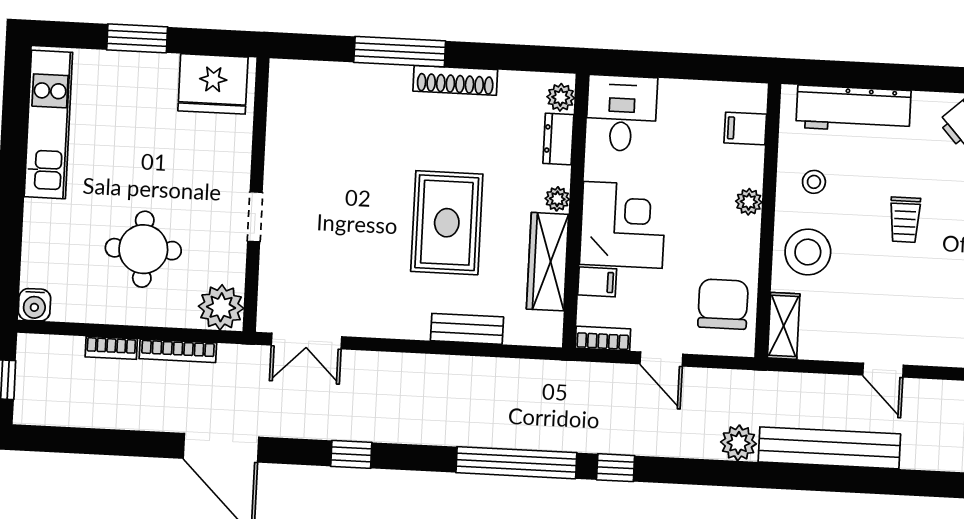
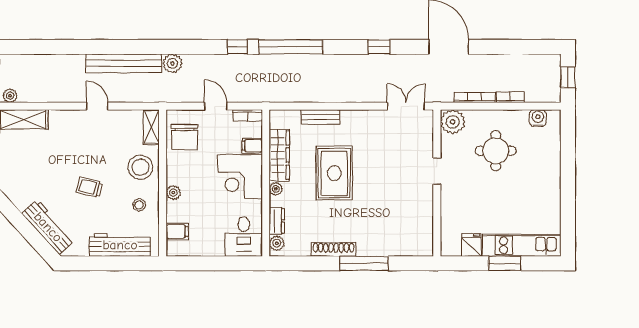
fridge: (213, 84) -> (471, 245), width x0.53, depth x0.75
kitchen unit: (48, 125) -> (522, 245), moved, turned 90
trolley: (905, 220) -> (89, 187), turned -76
water cooler: (34, 305) -> (538, 118), moved

